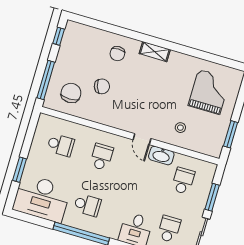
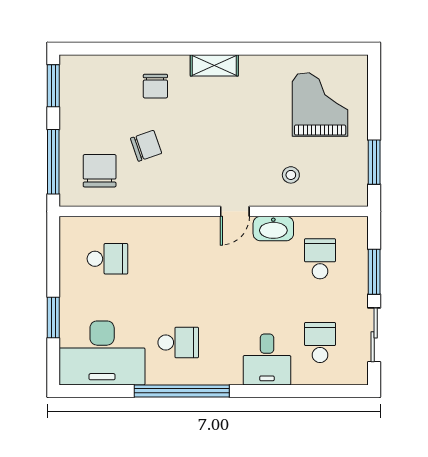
window: (59, 36) -> (53, 86), width x1.50
door: (142, 139) -> (235, 211), hinge flipped
school desk: (101, 157) -> (178, 259), removed

